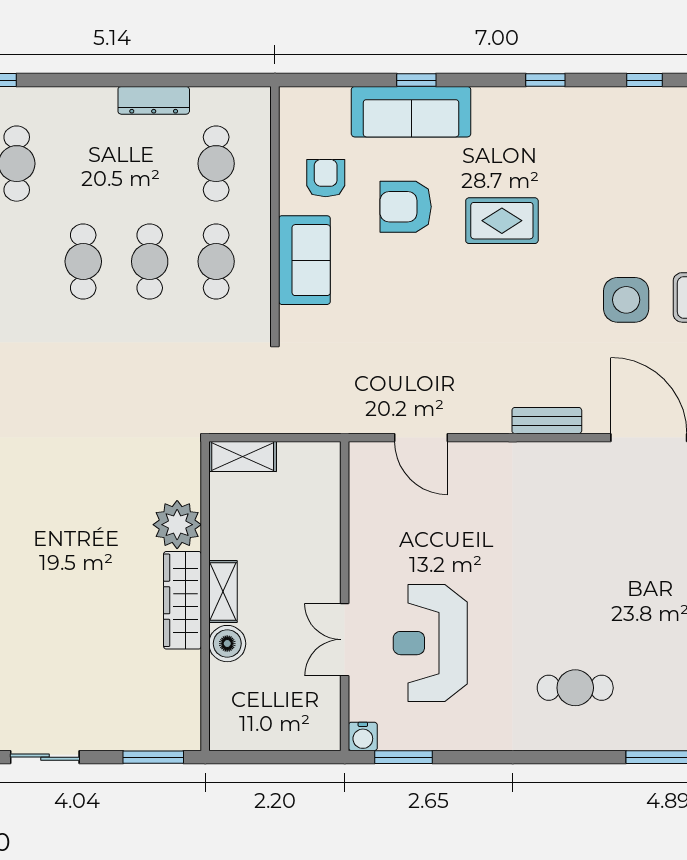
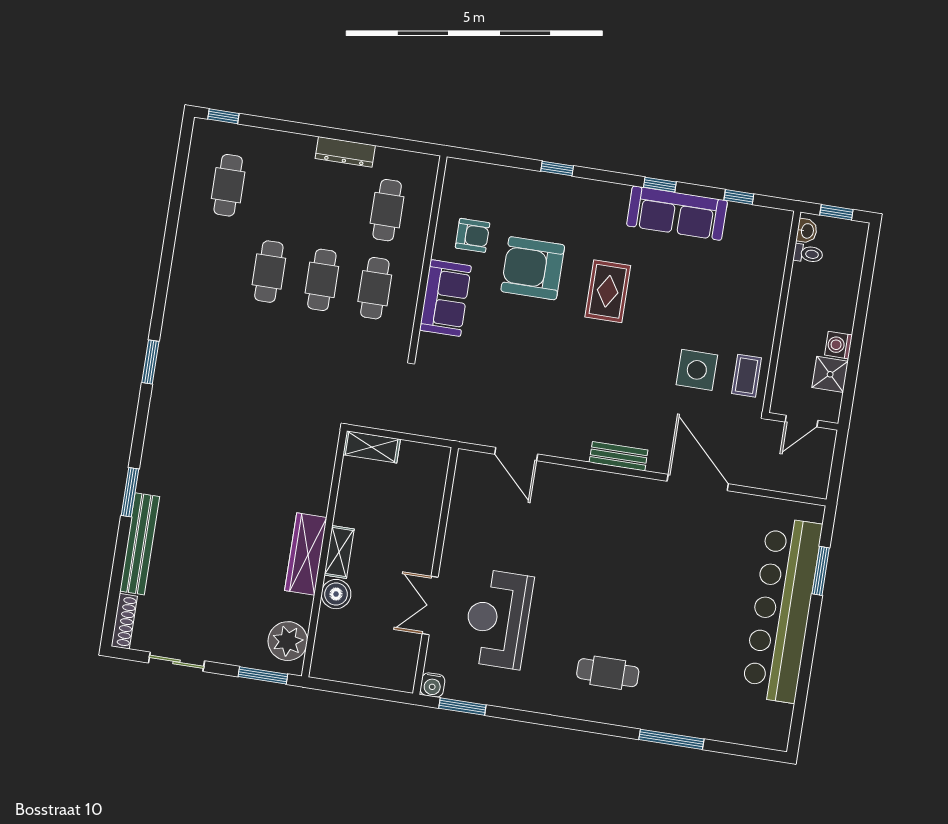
sofa: (411, 112) -> (677, 213), moved
armchair: (326, 178) -> (473, 235), turned 90
armchair: (406, 207) -> (533, 268), width x1.36, depth x1.36
rug: (502, 221) -> (608, 291), turned 90
plant: (177, 525) -> (288, 641), moved

